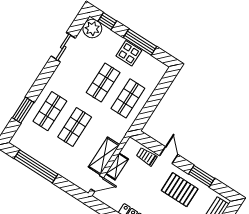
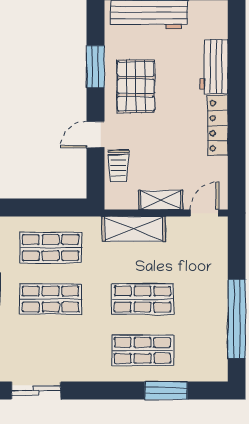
shelving: (104, 156) -> (134, 229), moved
door: (97, 184) -> (204, 213), hinge flipped

